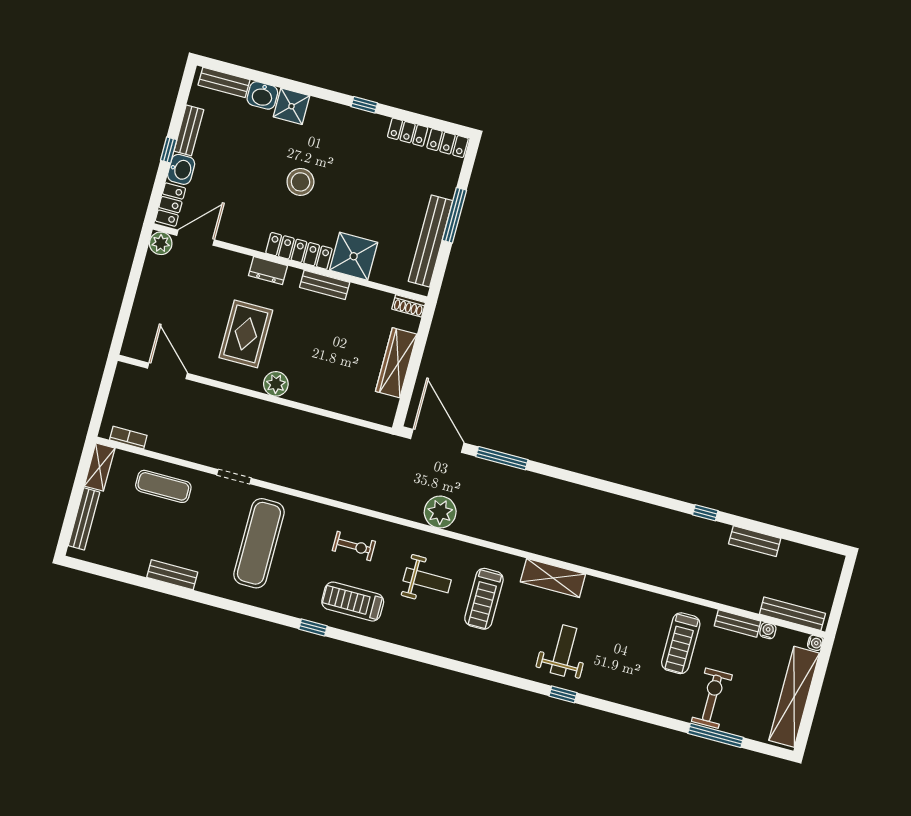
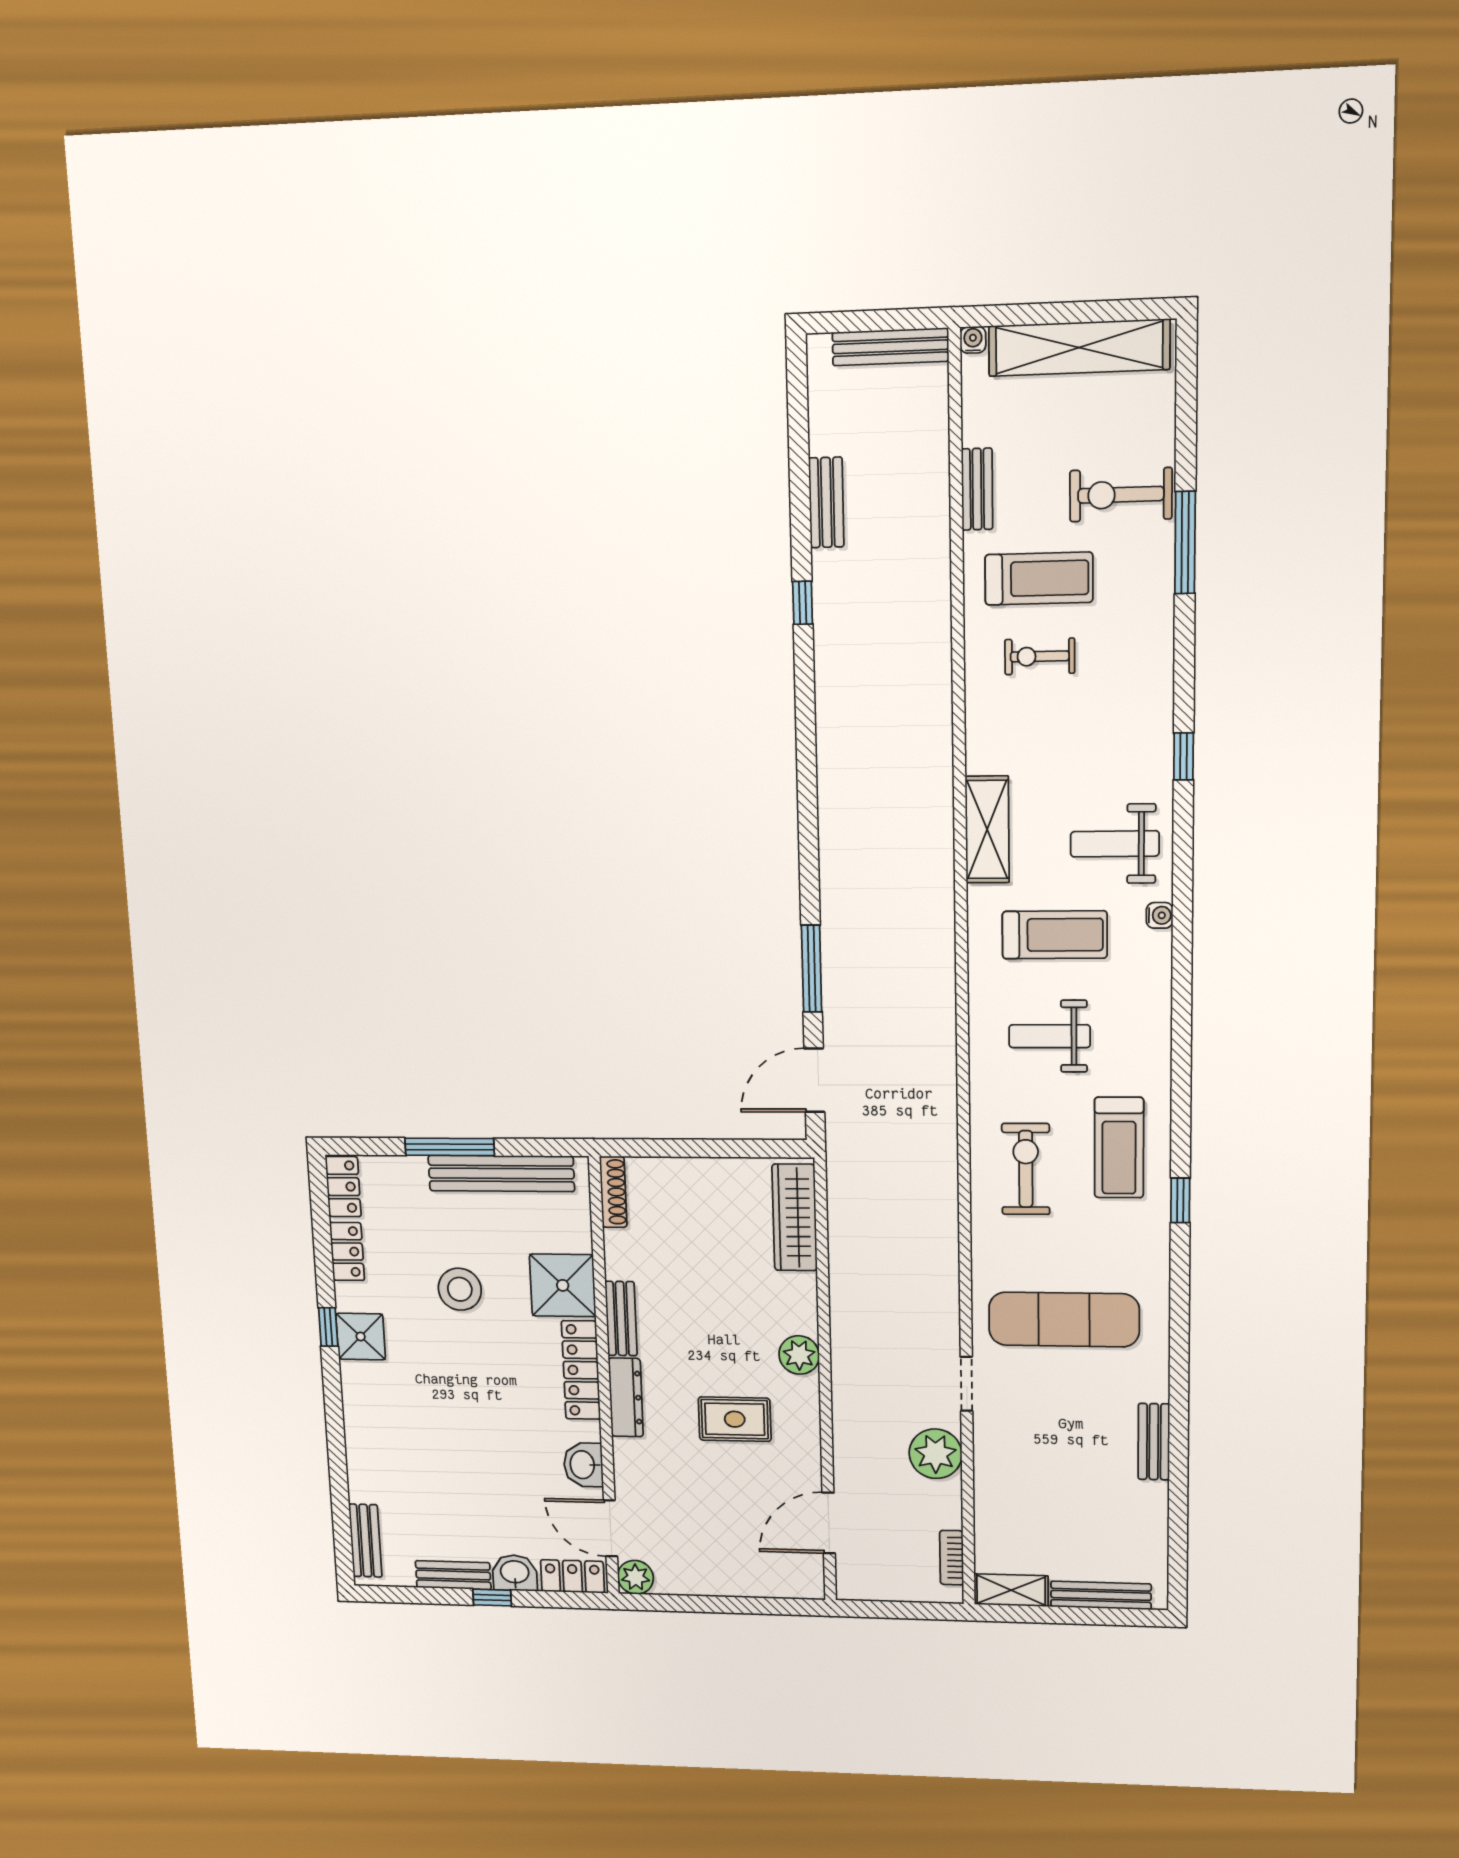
washbasin: (262, 95) -> (583, 1465), moved, turned 180
shower: (291, 106) -> (361, 1336), moved
stool: (300, 182) -> (460, 1289), moved
dresser: (268, 271) -> (626, 1397), width x1.44
shoe rack: (409, 306) -> (613, 1192), width x1.43
rug: (246, 334) -> (735, 1419), width x0.73, depth x0.70
wardrobe: (396, 363) -> (795, 1217), moved, turned 90
door: (437, 441) -> (814, 1080), width x0.73
exercise mat: (163, 486) -> (1014, 1488), removed
plant: (440, 512) -> (936, 1454), moved
exercise bike: (354, 546) -> (1026, 1169), width x1.38, depth x1.39
weight bench: (427, 580) -> (1050, 1036), turned -90
bench: (792, 614) -> (890, 347), moved, turned 90
water cooler: (768, 631) -> (1160, 915), moved, turned 180
exercise bike: (639, 632) -> (1040, 656), added
weight bench: (563, 651) -> (1115, 844), moved
window: (716, 735) -> (1185, 543), moved

